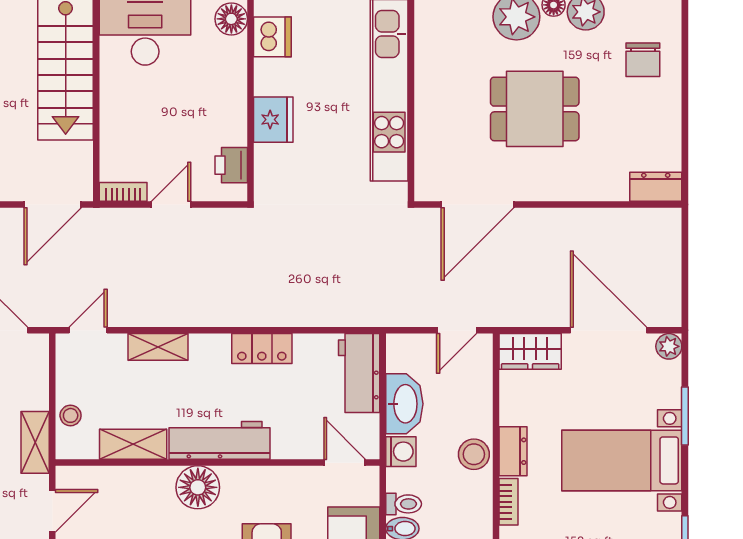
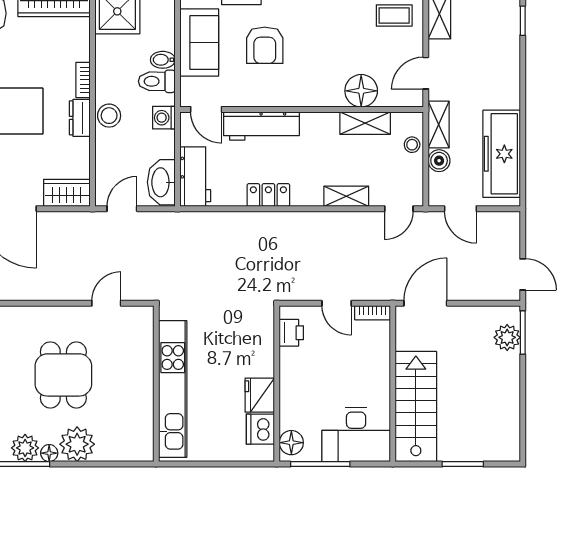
dining table: (535, 109) -> (63, 375), turned 90
fridge: (273, 120) -> (260, 395), moved
door: (171, 204) -> (337, 303), hinge flipped
door: (478, 204) -> (106, 303), width x0.53
boiler: (35, 394) -> (439, 161), added
washbasin: (404, 404) -> (161, 182), moved
workbench: (220, 440) -> (261, 126), moved
floor lamp: (198, 487) -> (361, 91), moved
toilet: (404, 504) -> (157, 81), width x1.37, depth x1.39

